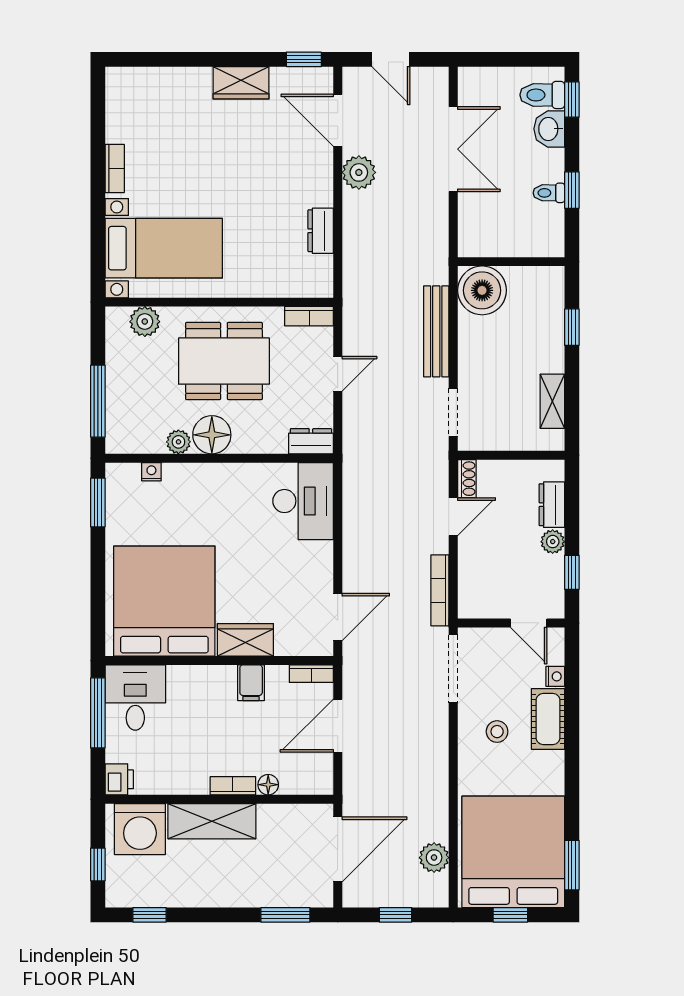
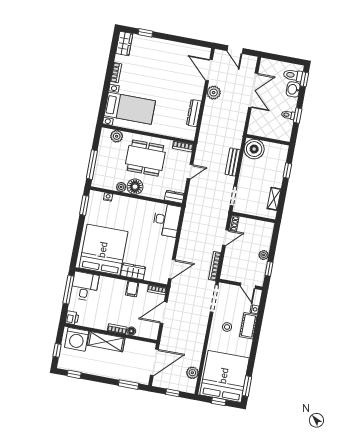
window: (304, 59) -> (145, 33), moved
wardrobe: (241, 83) -> (124, 44), moved, turned -90
dresser: (321, 231) -> (194, 113), width x1.44
bench: (436, 331) -> (233, 162), width x0.73
dresser: (552, 505) -> (266, 240), removed

